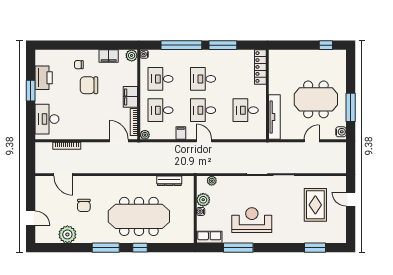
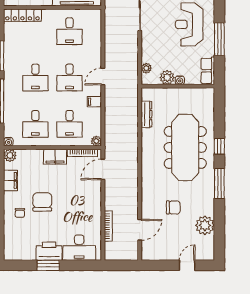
printer: (44, 78) -> (49, 251), moved
chair: (89, 85) -> (42, 202), turned 180

